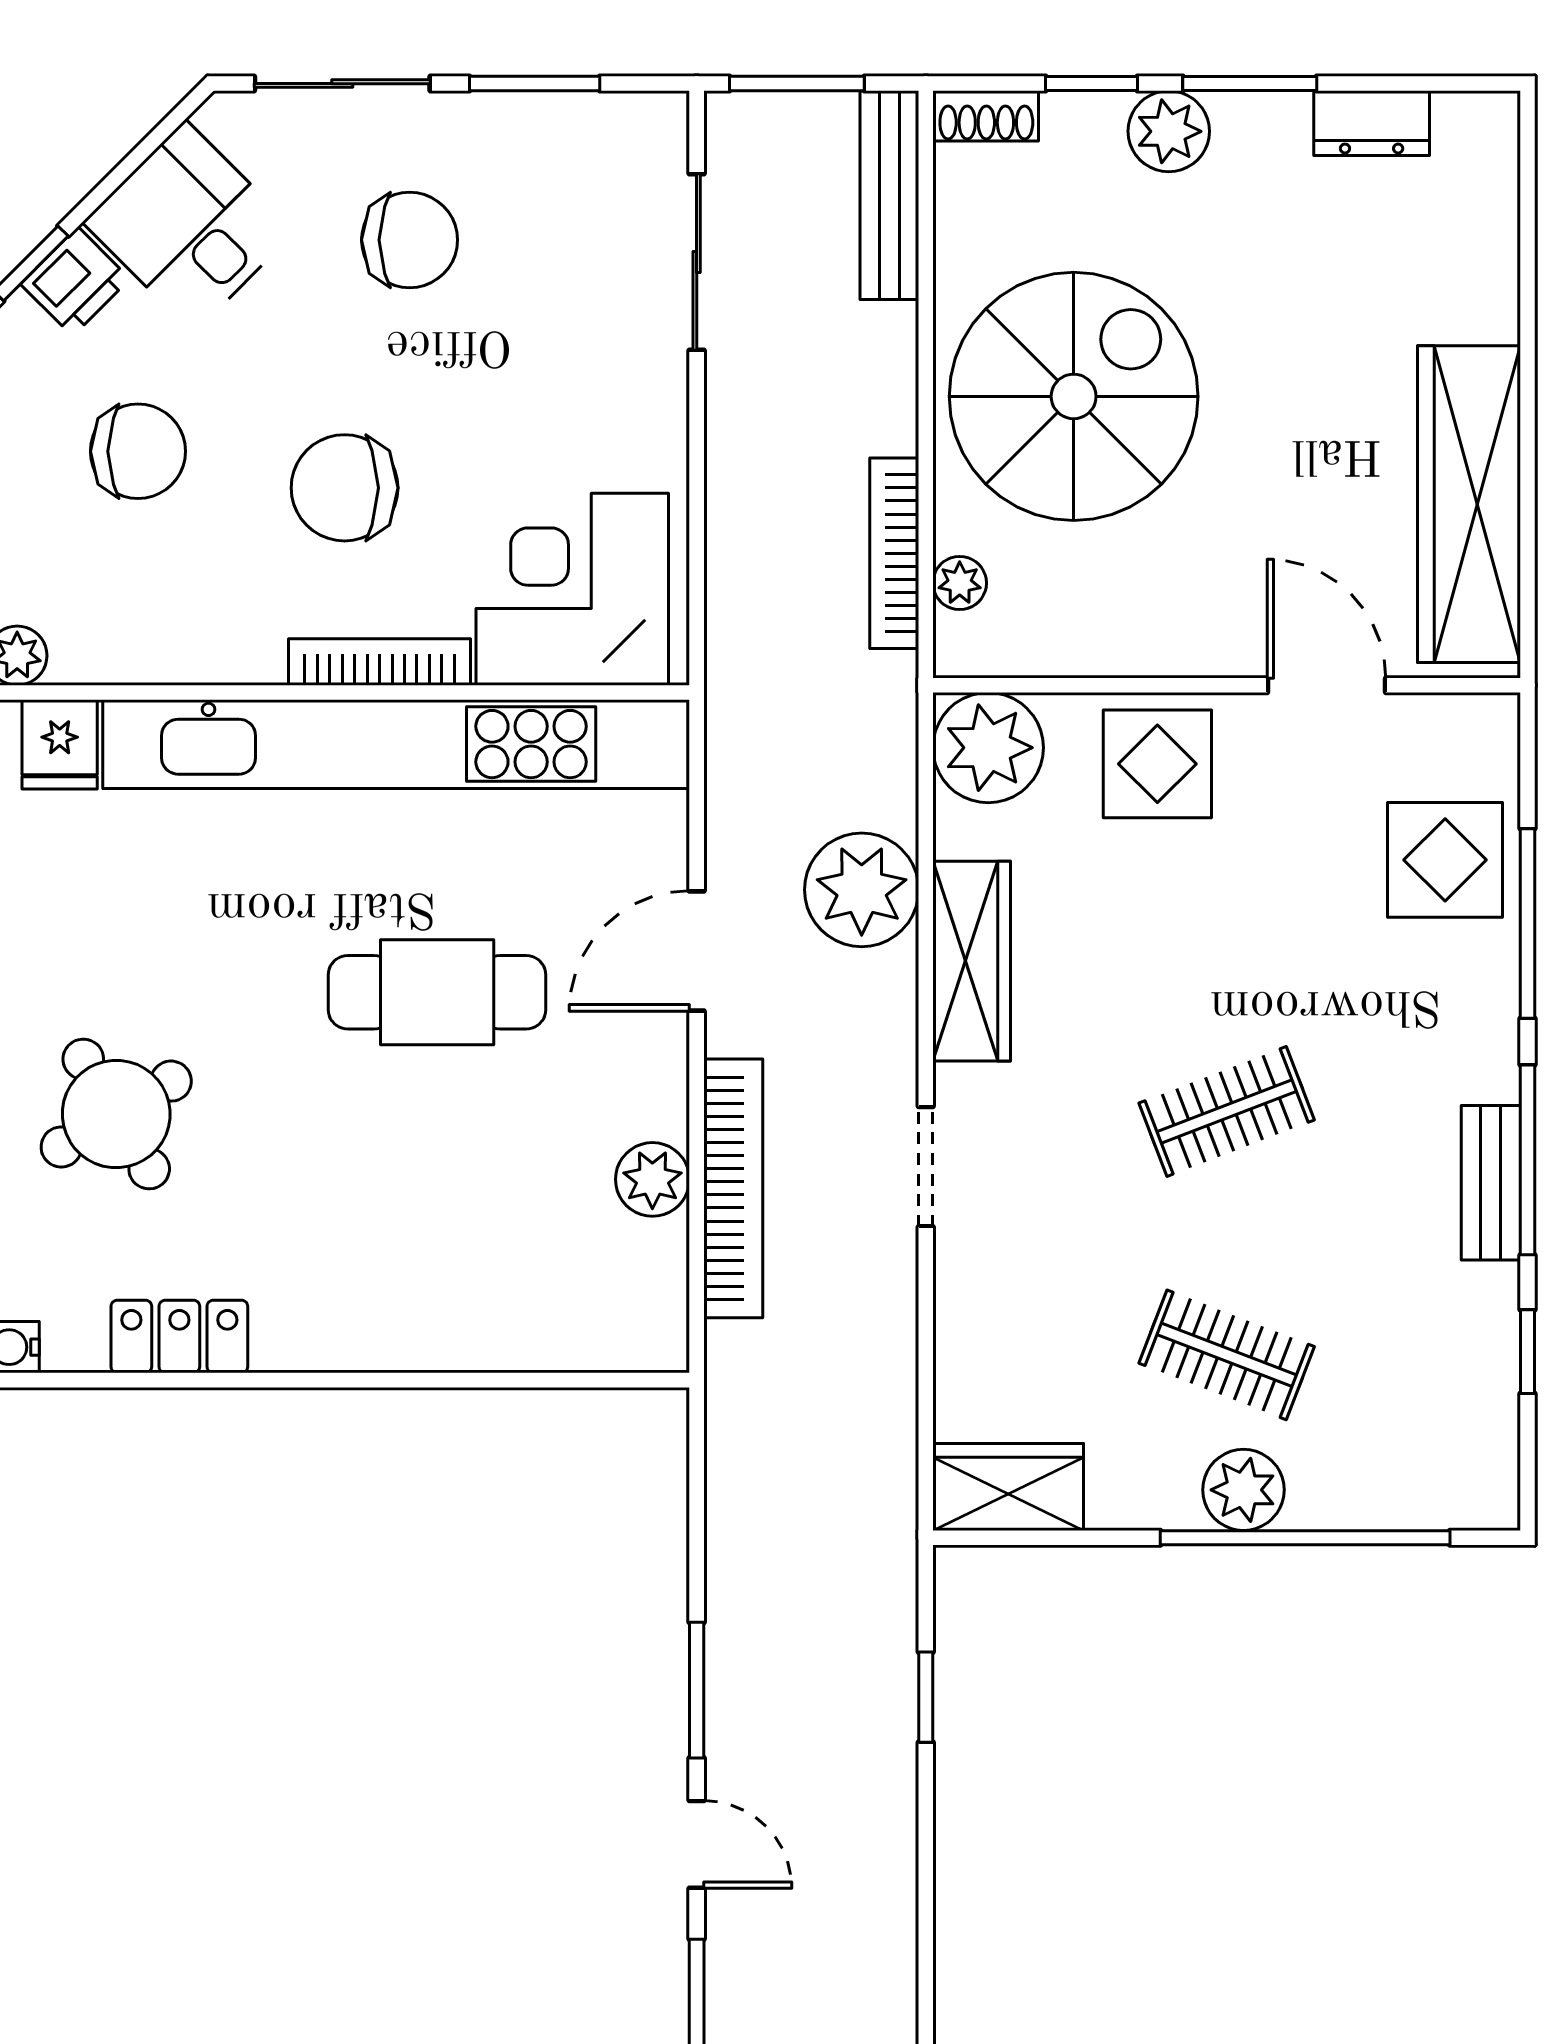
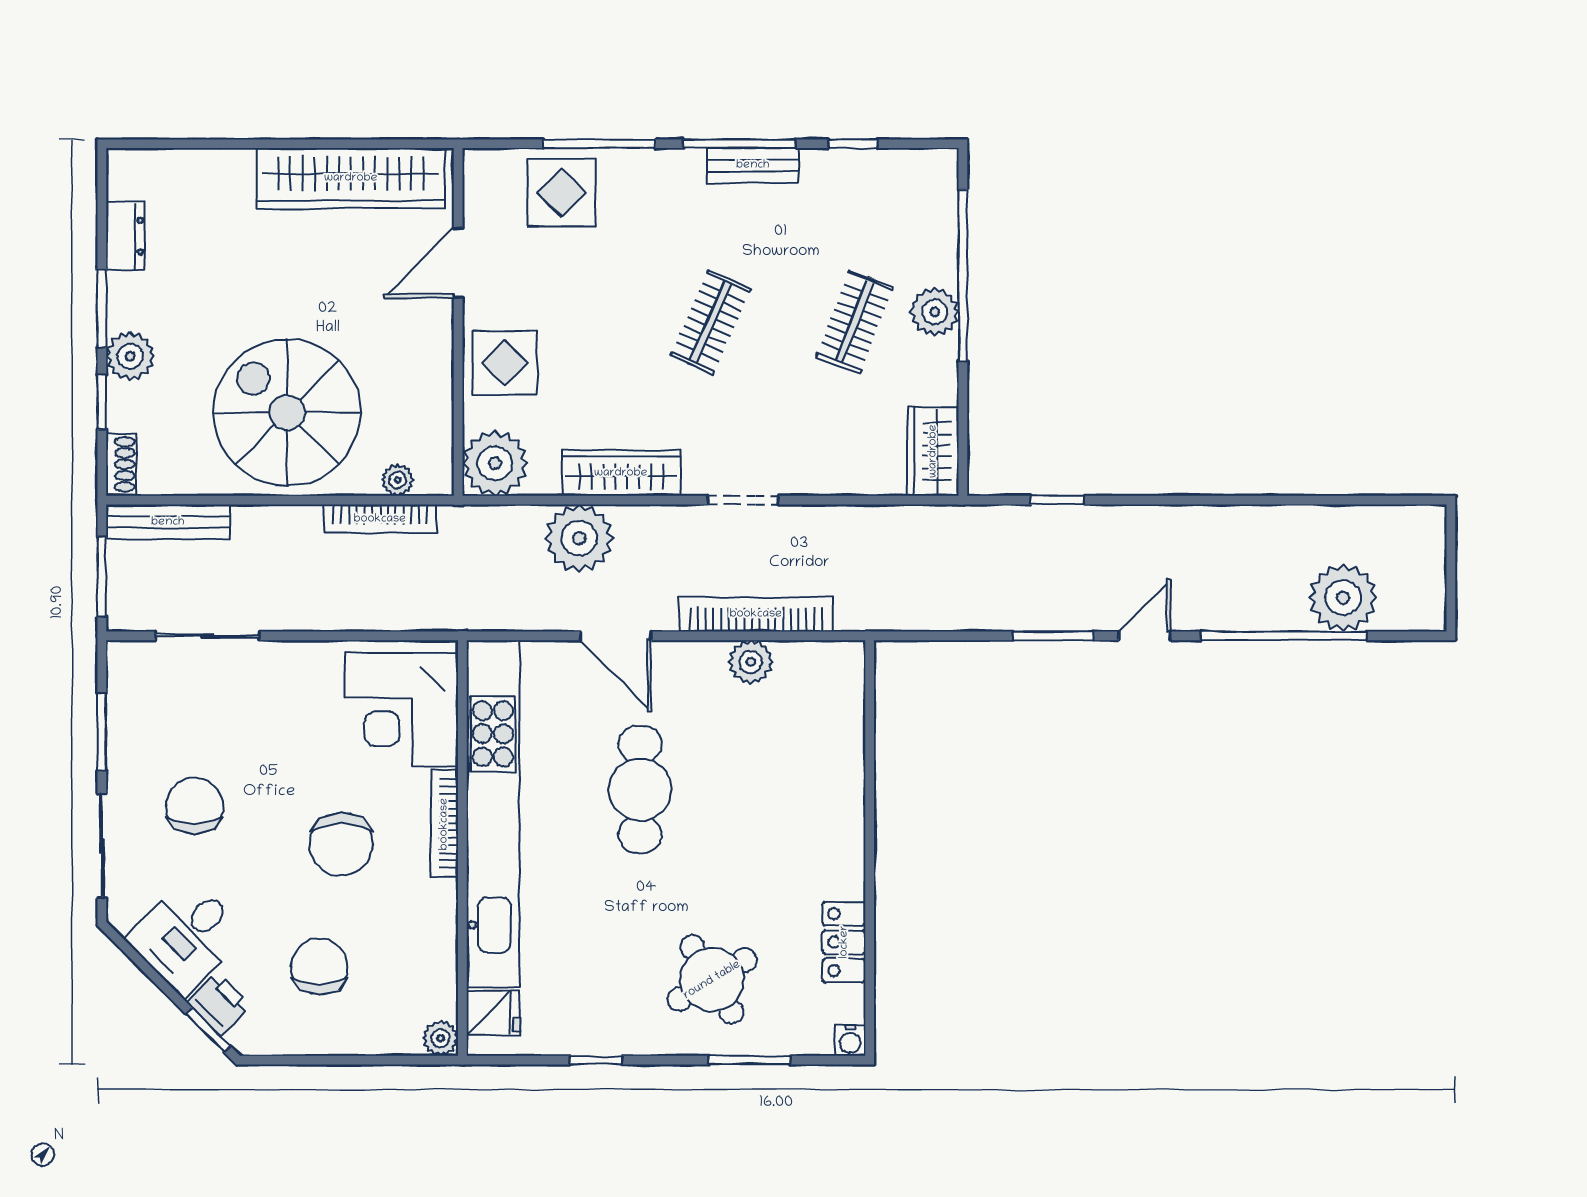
clothes rail: (1227, 1111) -> (711, 322), turned 45

